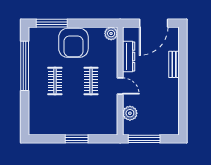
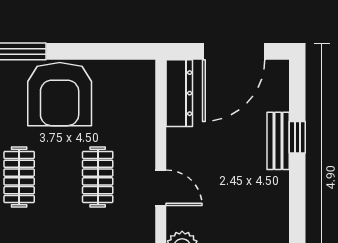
plant: (111, 34) -> (141, 74), removed
dresser: (129, 56) -> (179, 93), moved
window: (183, 63) -> (297, 137), added

